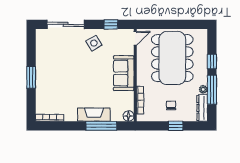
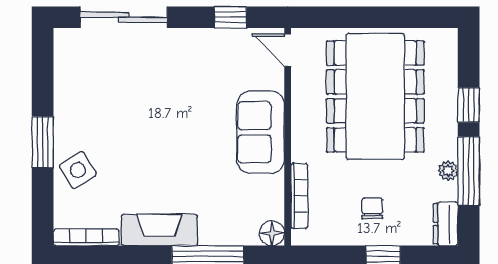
door: (135, 38) -> (288, 50), swing flipped
side table: (94, 43) -> (78, 170), moved
dresser: (202, 108) -> (446, 224), width x0.70
fireplace: (94, 115) -> (159, 230), moved

